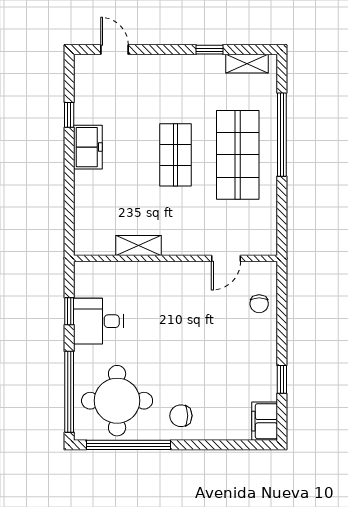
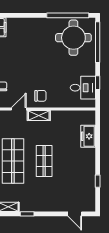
freezer: (88, 147) -> (88, 136), moved
shelving: (138, 246) -> (39, 116), moved
desk: (98, 321) -> (83, 88), moved
chair: (181, 416) -> (40, 96), moved

